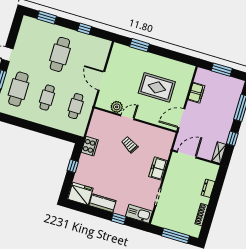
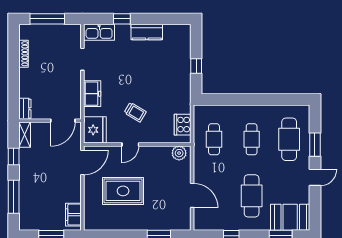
booth: (35, 29) -> (290, 217), added
door: (101, 81) -> (192, 195), moved
filing cabinet: (196, 93) -> (73, 215), moved
plant: (117, 107) -> (179, 153), moved
door: (127, 117) -> (130, 144), moved
cooker: (90, 146) -> (183, 125), moved
dresser: (208, 188) -> (25, 109), moved
fridge: (81, 194) -> (95, 130), moved, turned -90

